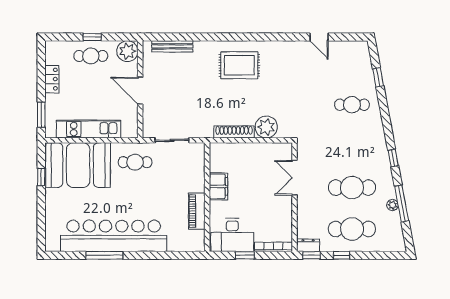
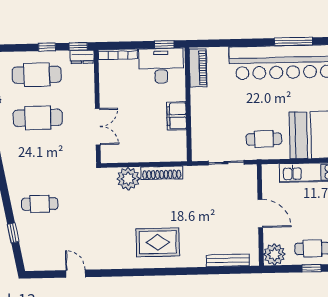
piano: (197, 211) -> (198, 68), moved
window: (245, 255) -> (164, 44), moved

